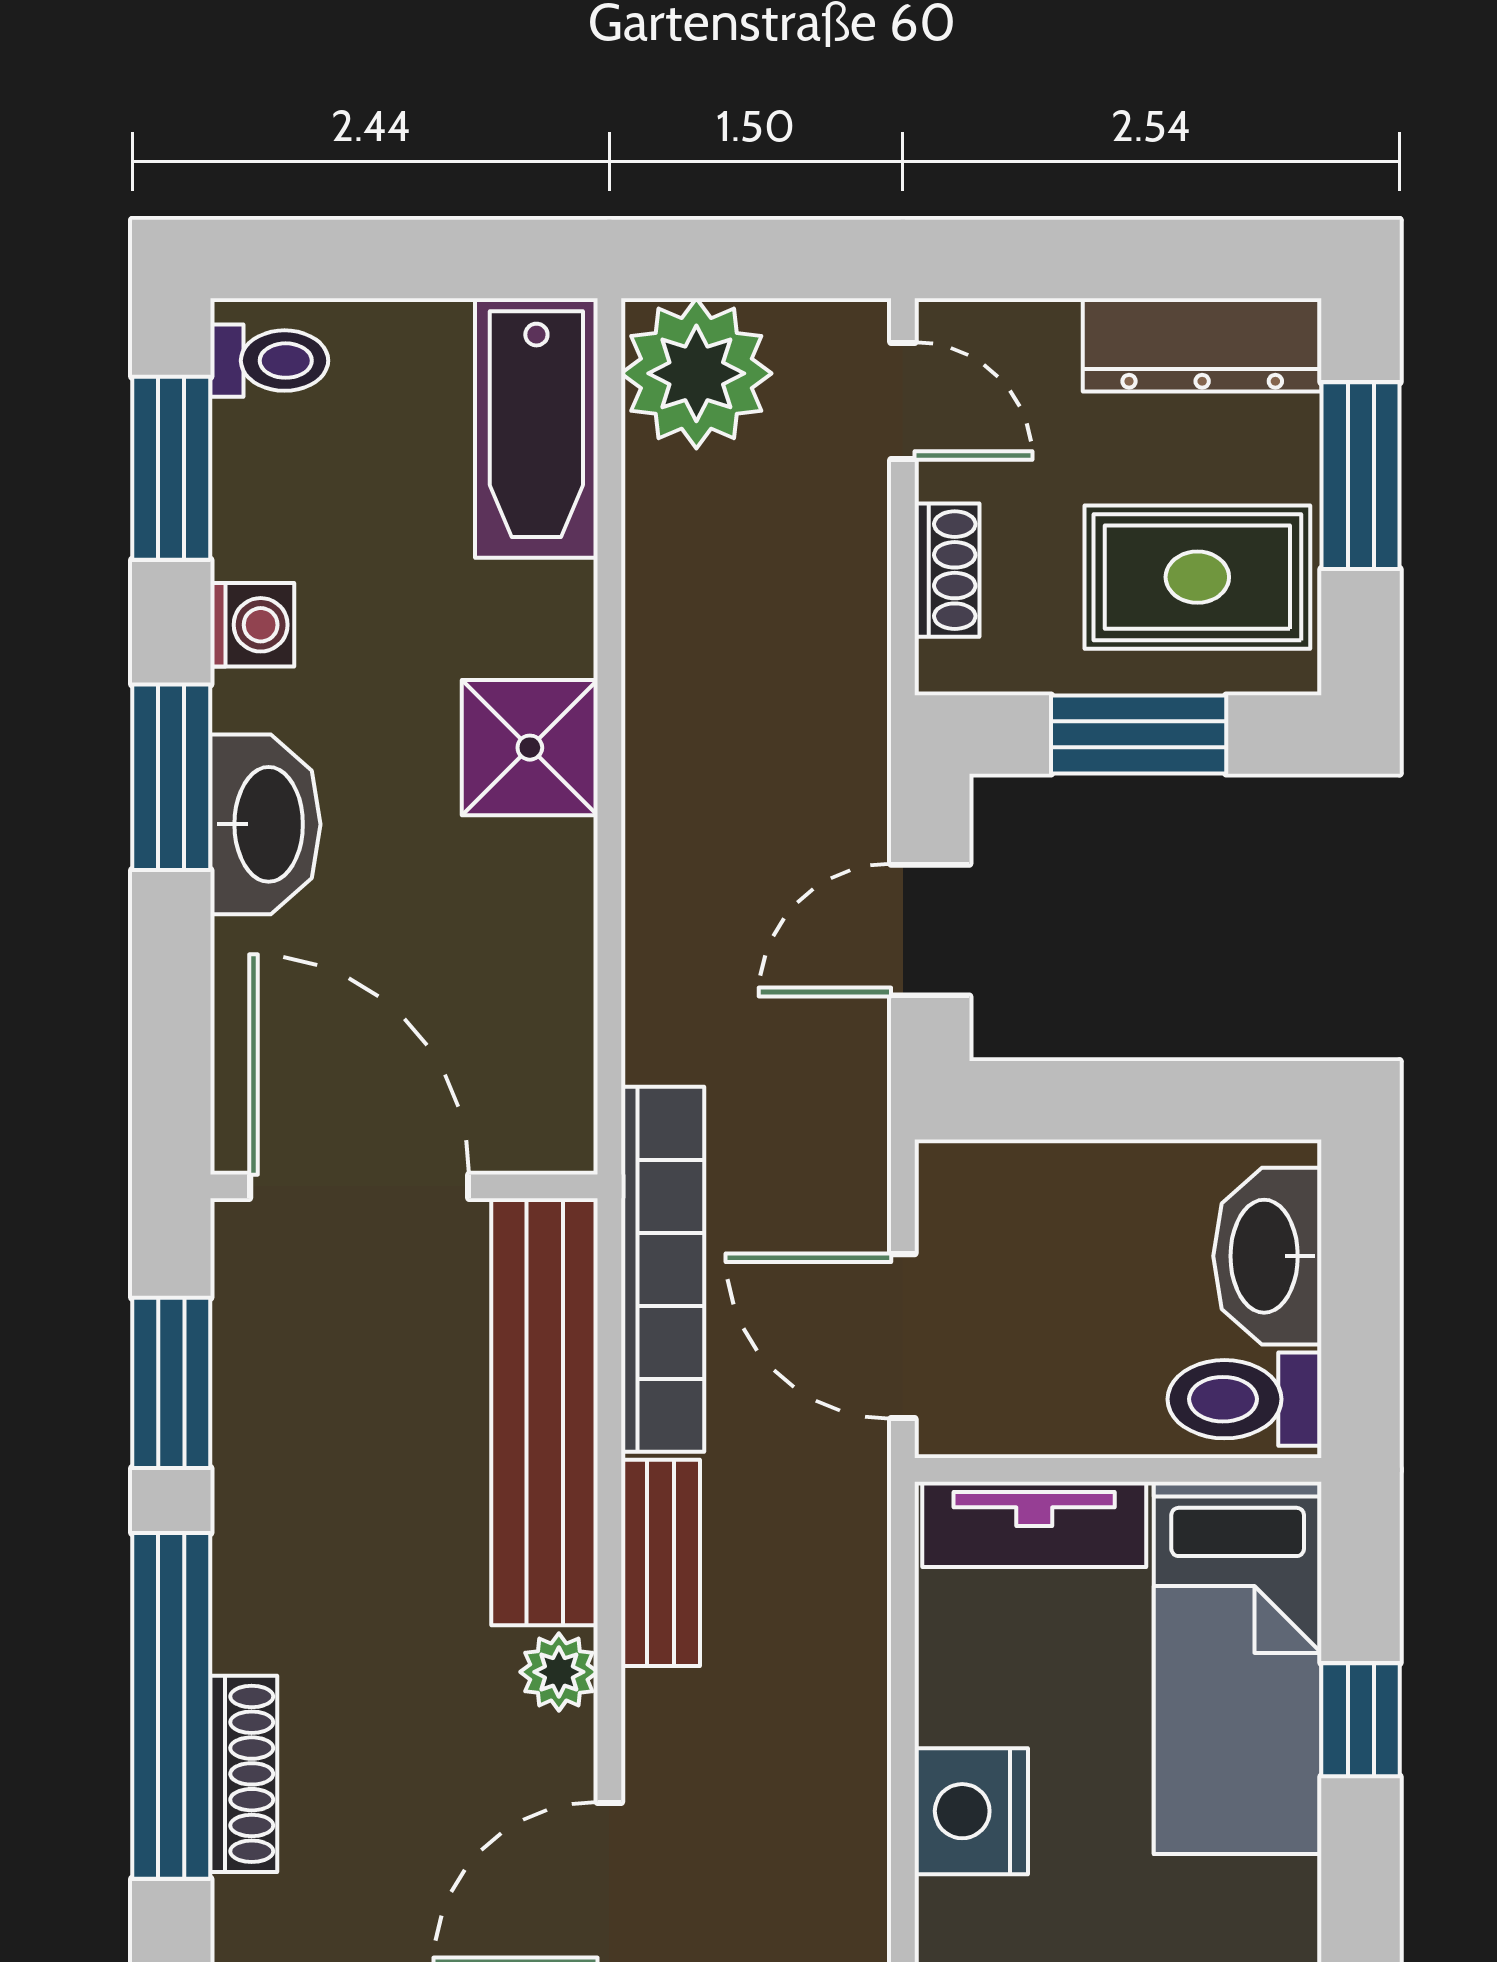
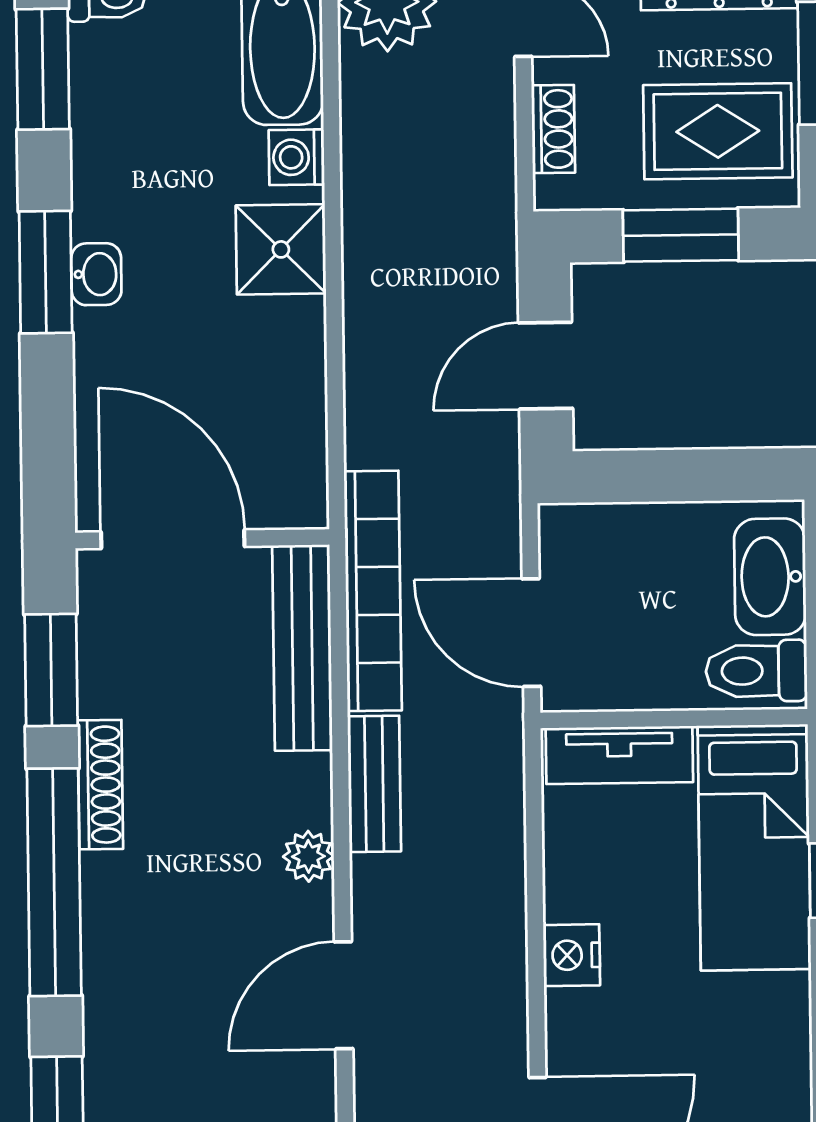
washing machine: (252, 625) -> (297, 157), moved, turned 180
washbasin: (265, 824) -> (96, 274), width x0.52, depth x0.69
bench: (545, 1412) -> (302, 648), width x0.73, depth x0.82
shoe rack: (244, 1774) -> (100, 785), moved
nightstand: (971, 1811) -> (572, 955), width x0.74, depth x0.75

